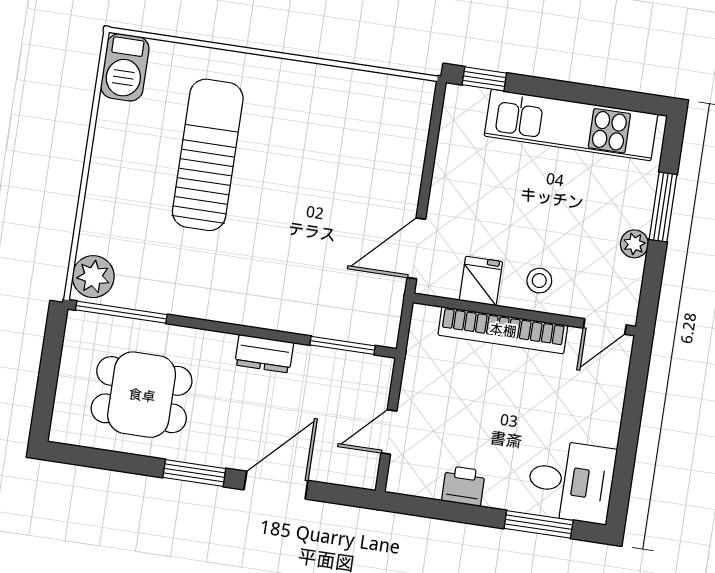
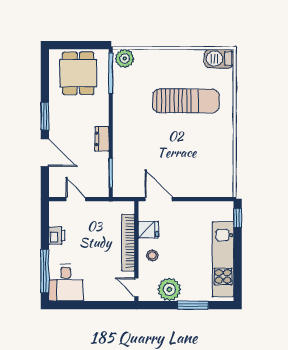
plant: (634, 244) -> (169, 289), width x1.87, depth x1.87
dining table: (142, 395) -> (78, 73), moved
window: (539, 524) -> (45, 271), width x1.44

